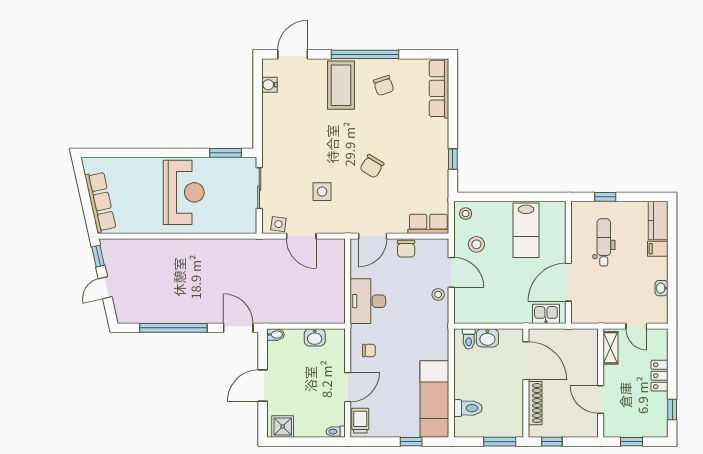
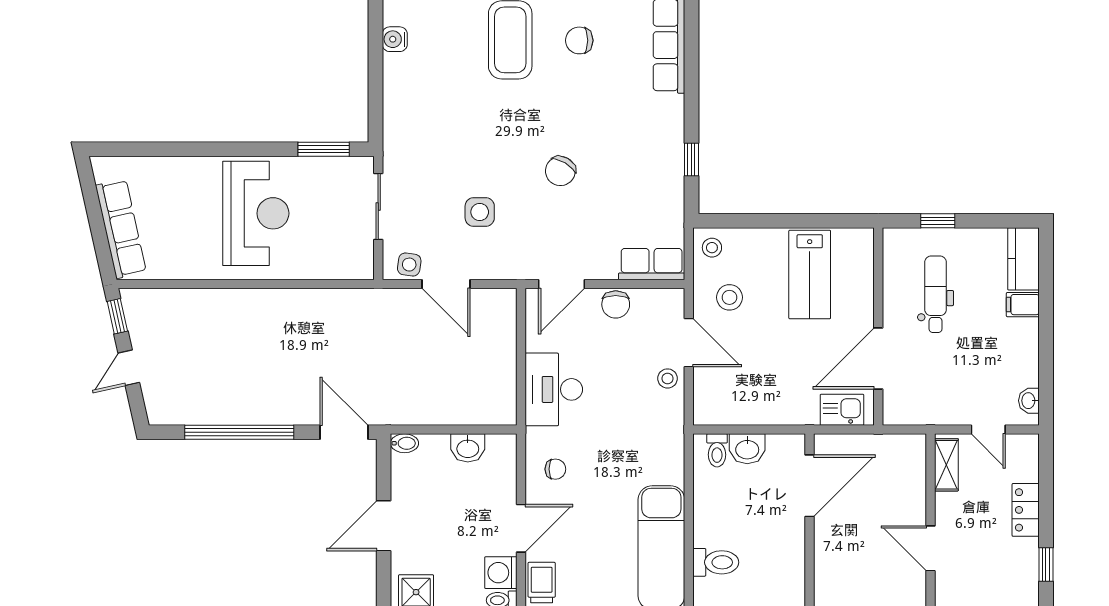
chair: (384, 86) -> (579, 40), turned 108
washbasin: (661, 288) -> (1029, 401), moved
door: (526, 361) -> (810, 486), hinge flipped
shoe rack: (535, 403) -> (825, 554), removed
washing machine: (335, 414) -> (501, 573), added

